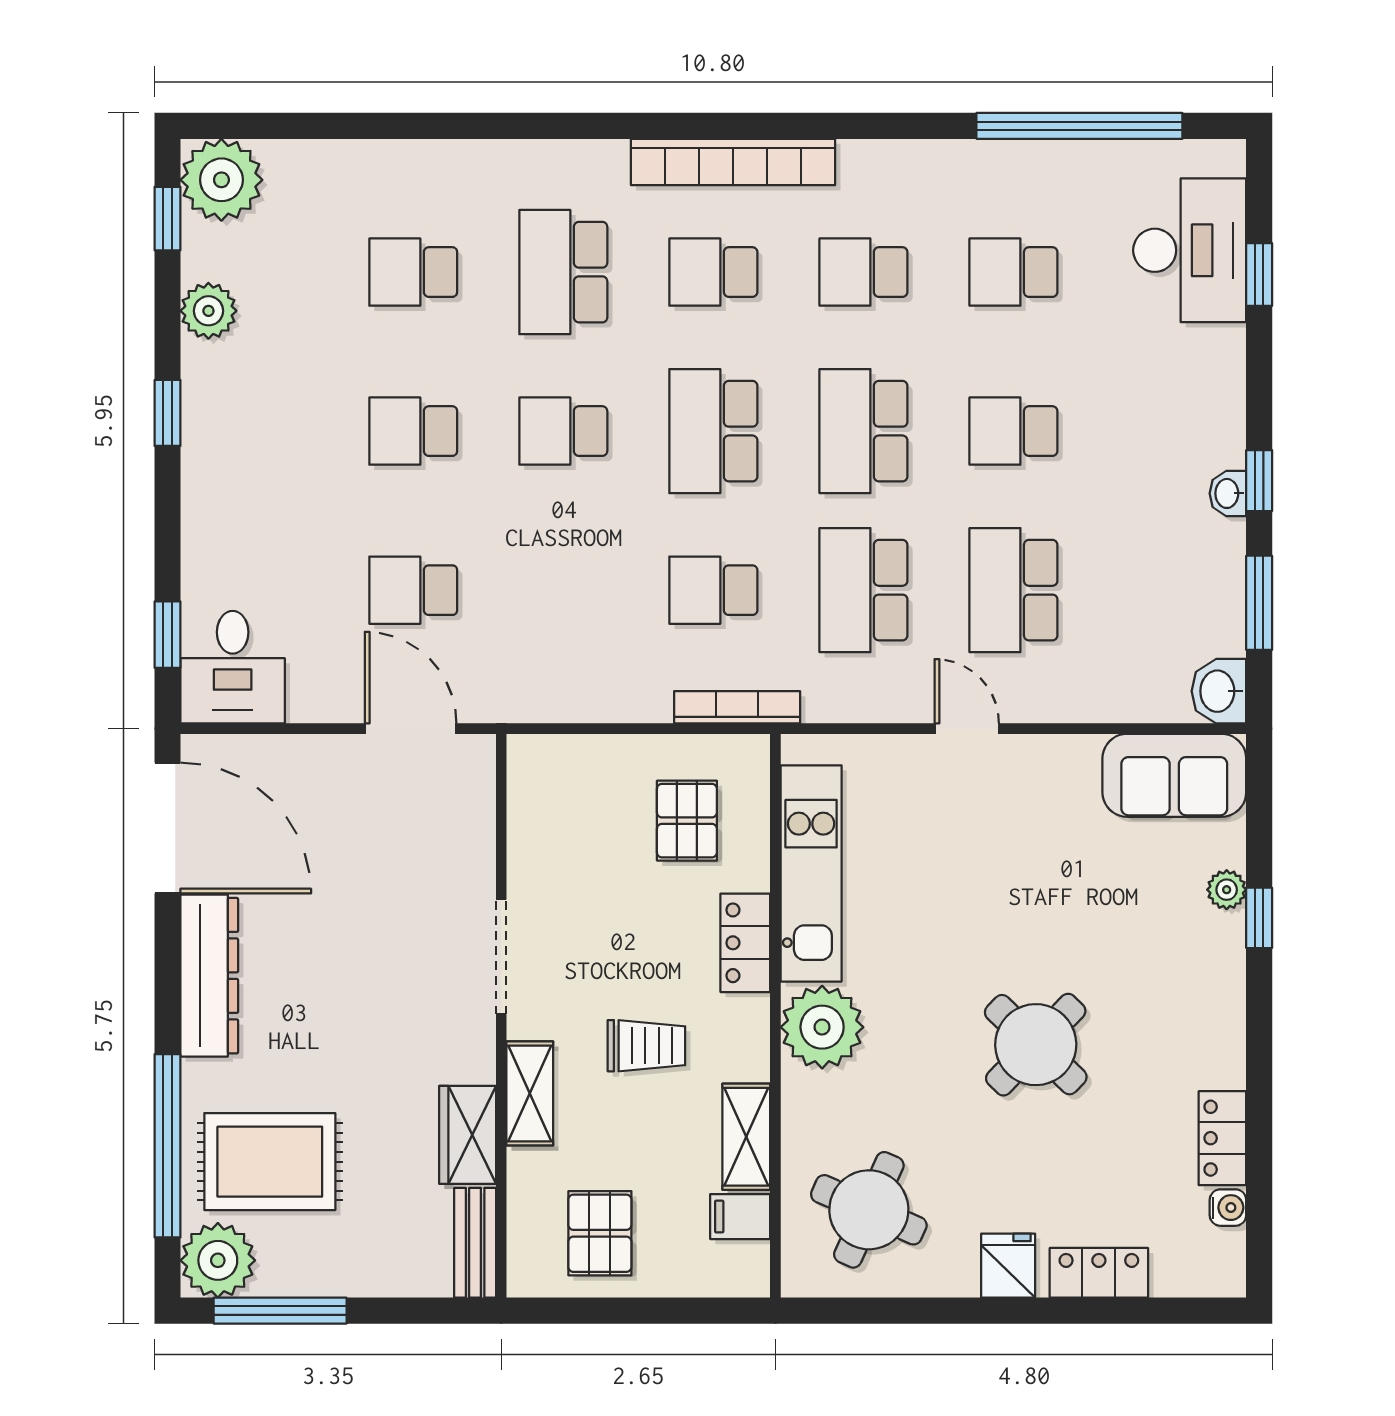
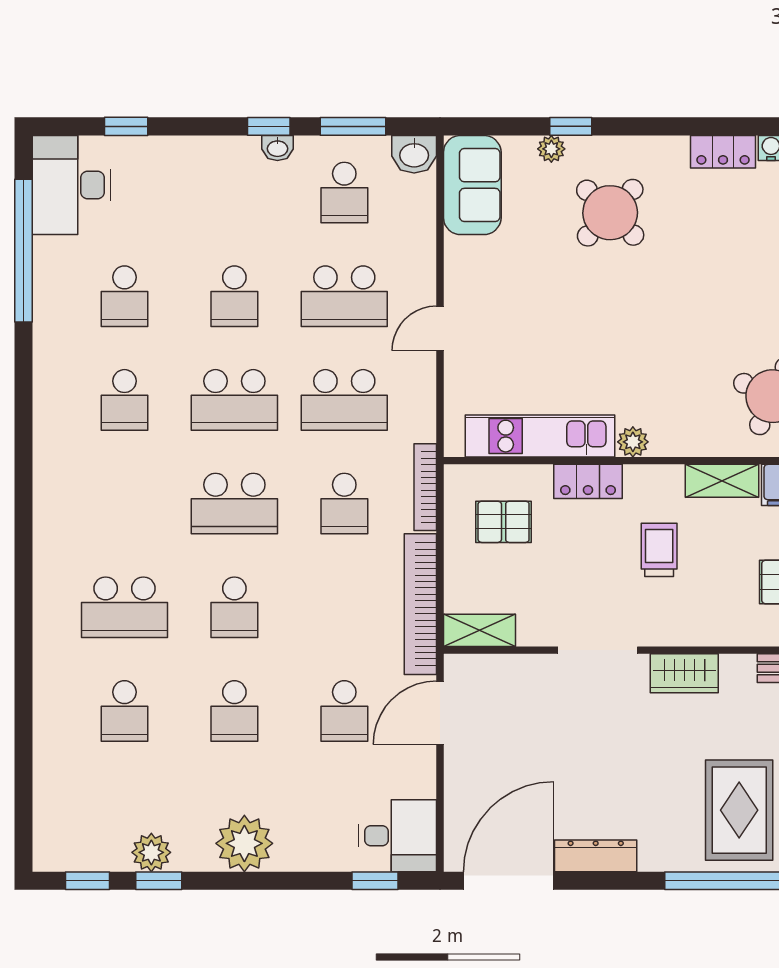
bookcase: (733, 162) -> (420, 604), moved, turned 180
plant: (221, 180) -> (244, 843), moved
desk: (1190, 250) -> (71, 185), moved, turned -90
school desk: (713, 272) -> (344, 193), moved
window: (167, 413) -> (159, 881), moved
dresser: (209, 976) -> (596, 856), width x0.73, depth x0.80
plant: (822, 1027) -> (633, 442), width x0.53, depth x0.53
round table: (1036, 1045) -> (610, 213), moved
shelving: (530, 1093) -> (479, 630), moved
wardrobe: (468, 1135) -> (684, 673), moved

